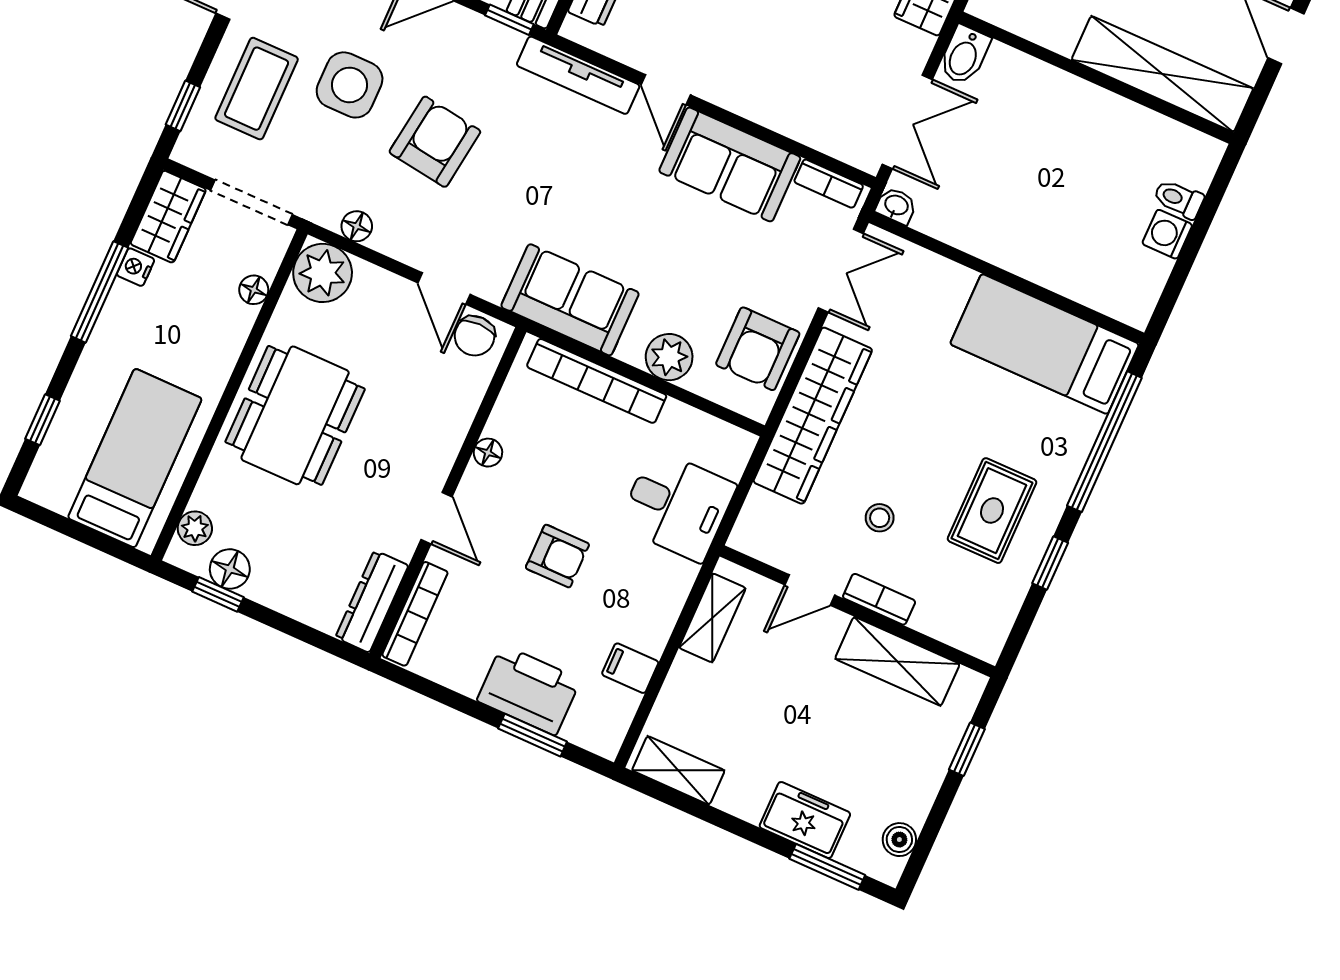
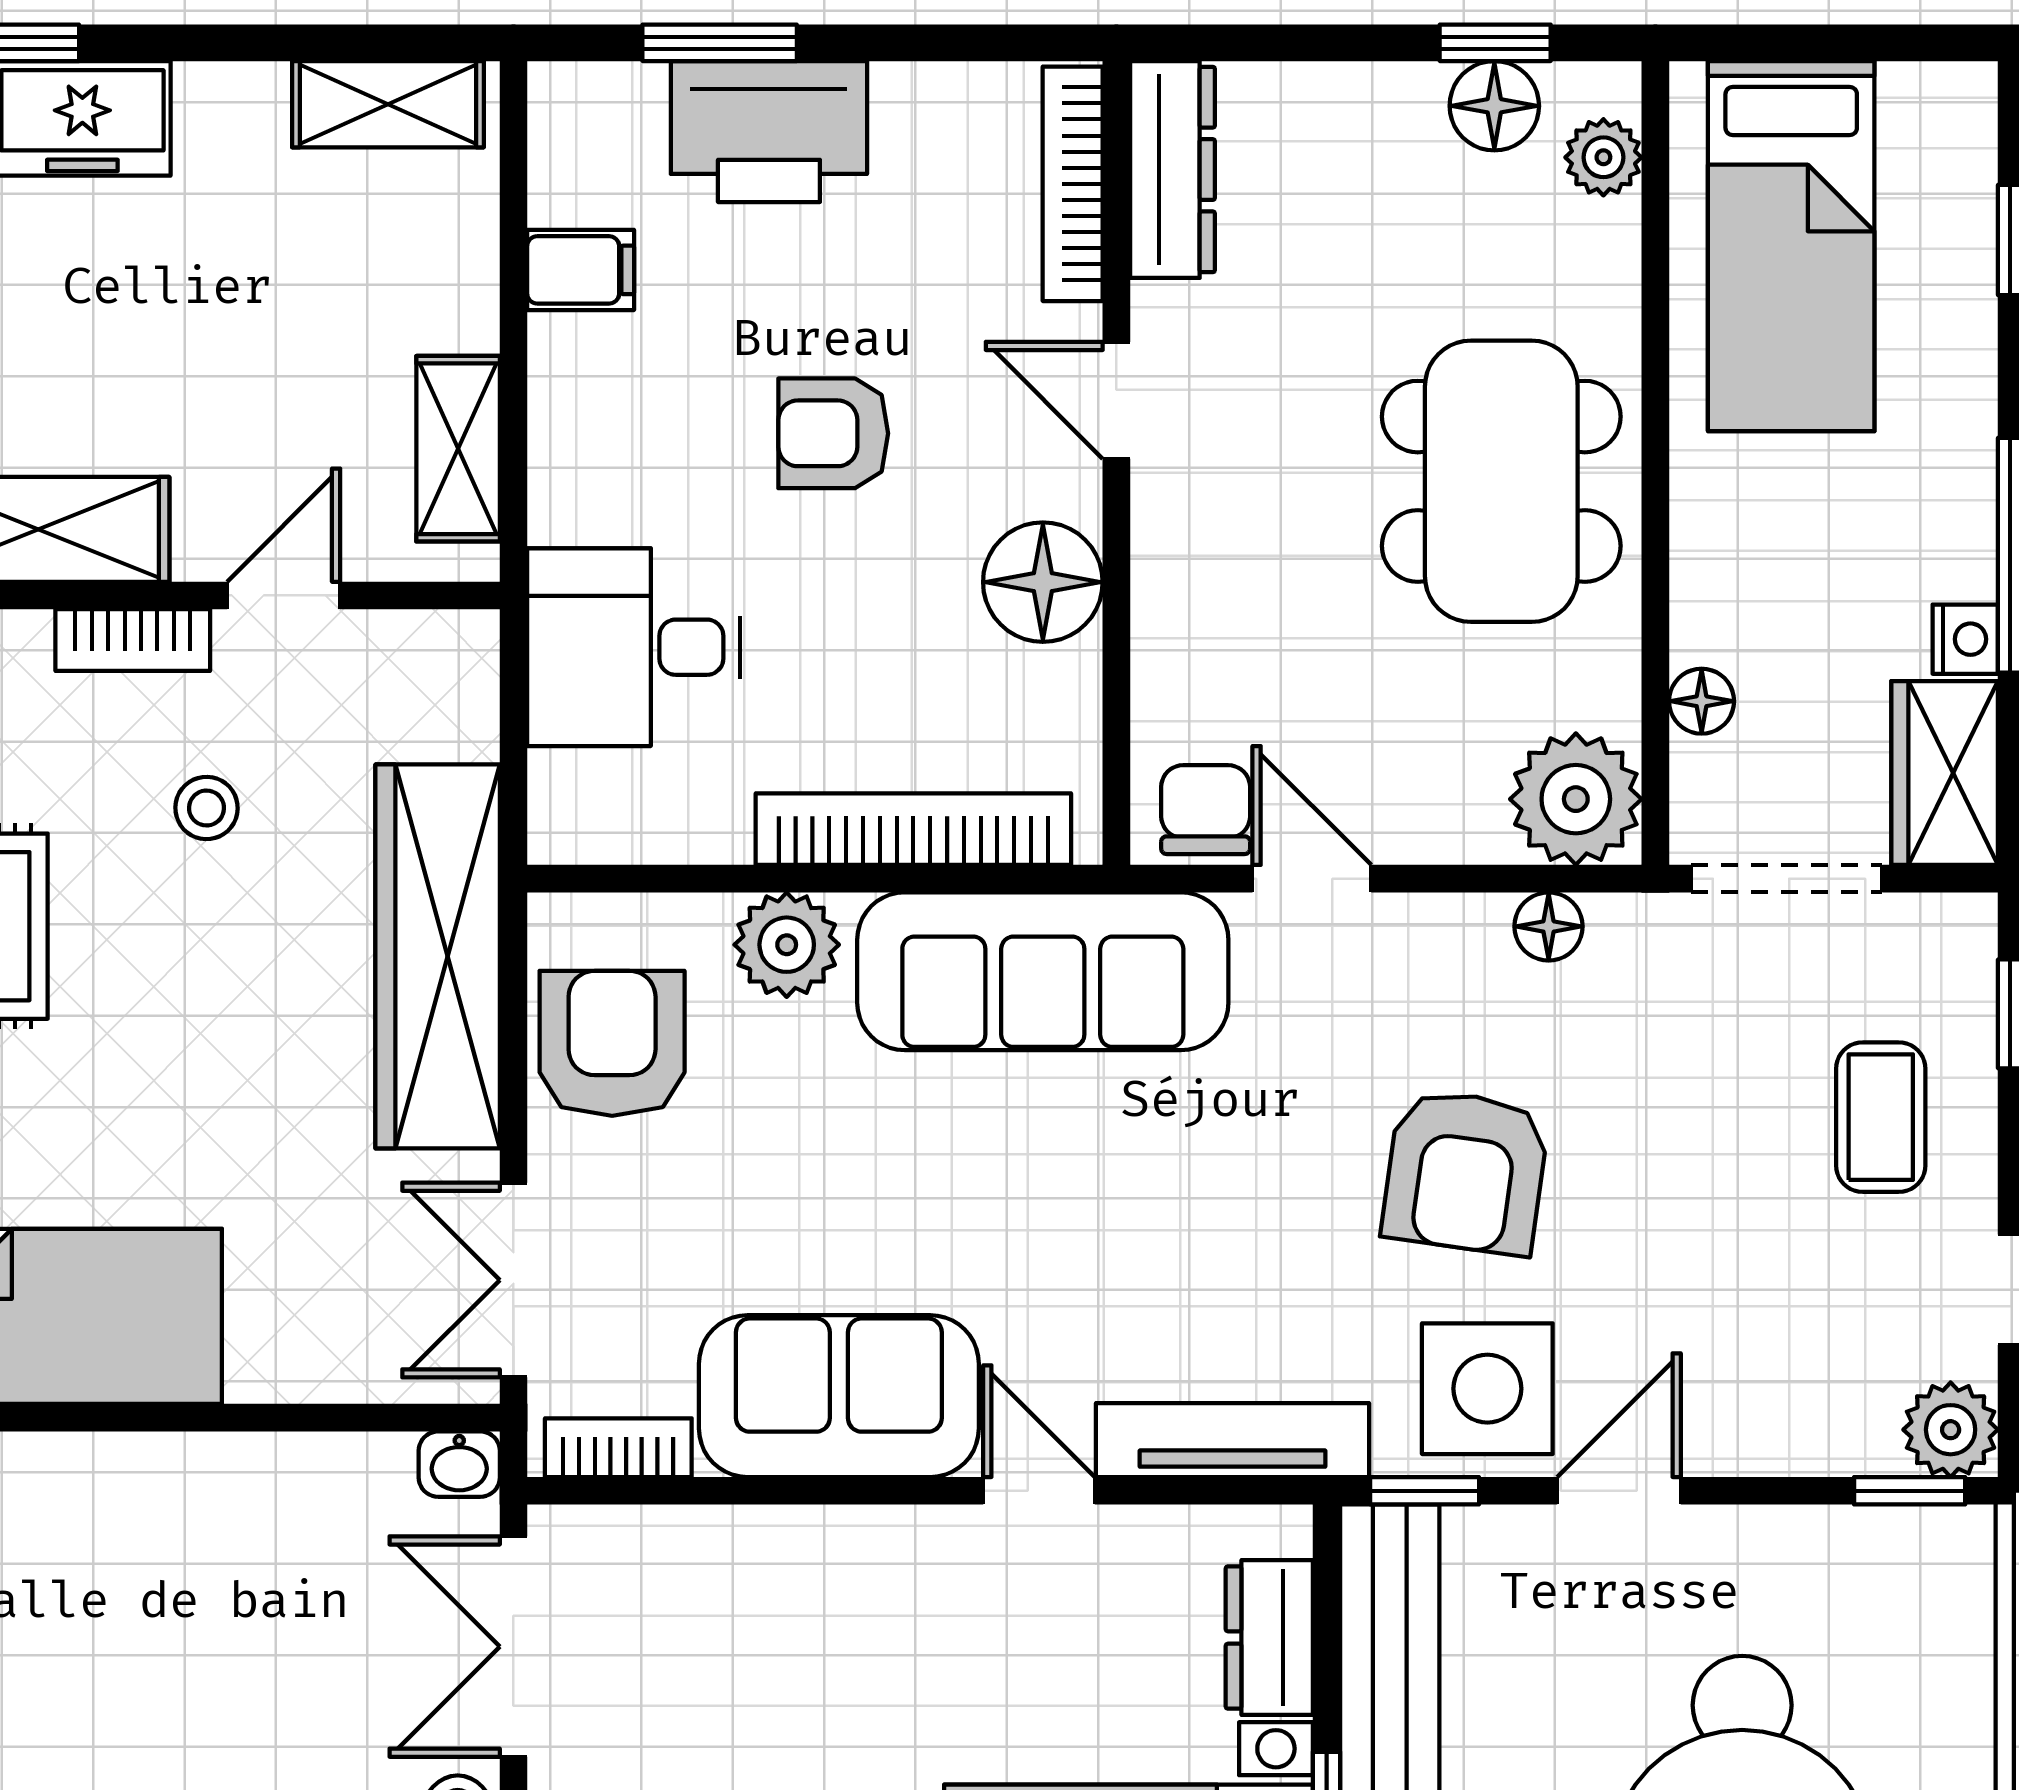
side table: (350, 85) -> (1487, 1389), moved
coffee table: (257, 89) -> (1881, 1117), width x0.73, depth x0.77
sofa: (570, 300) -> (1043, 971), width x1.36
floor lamp: (488, 453) -> (1043, 582), width x1.89, depth x1.89

